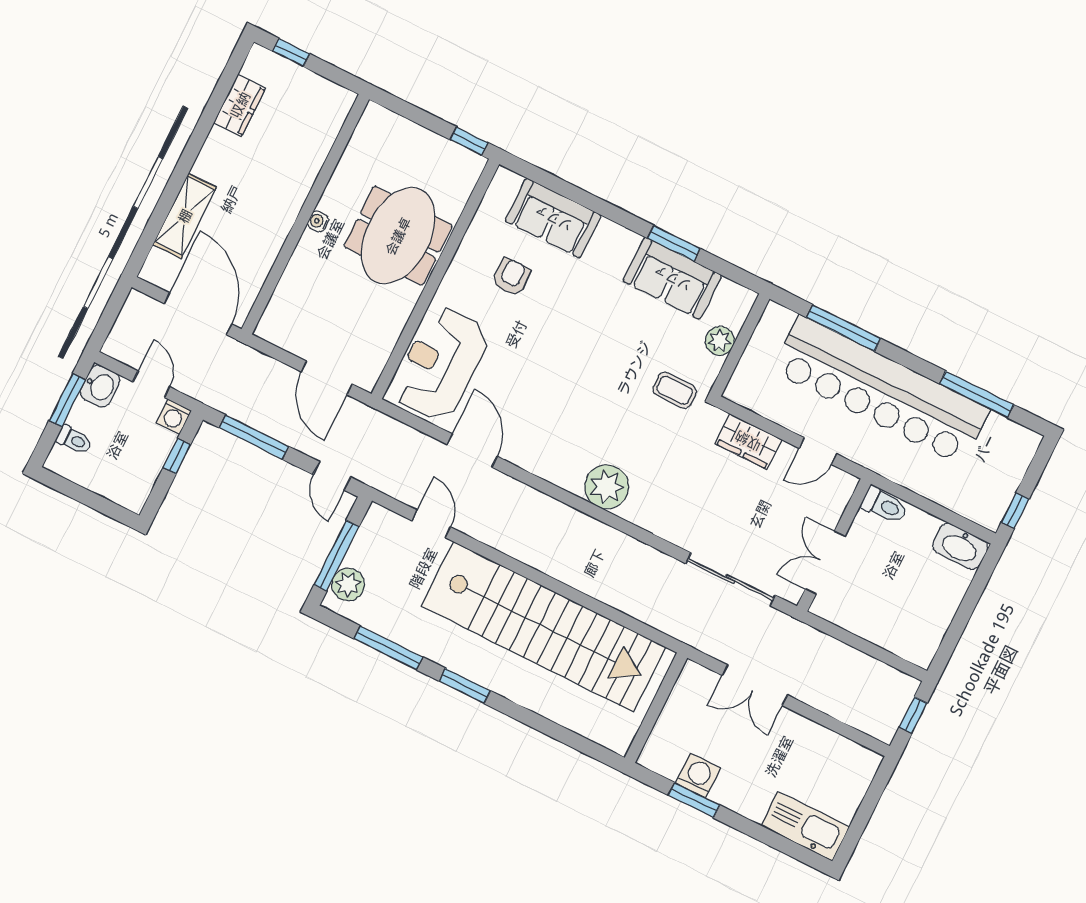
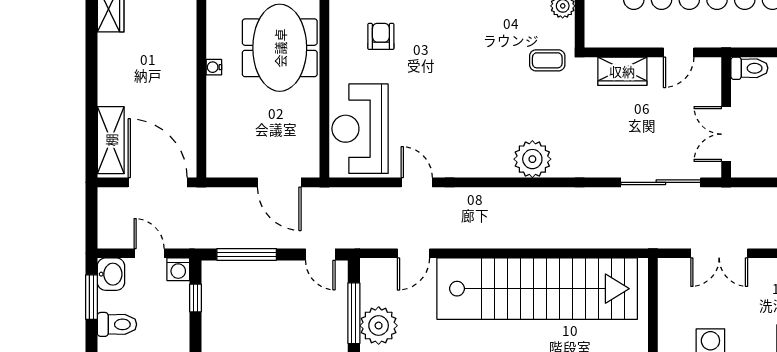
shelving: (185, 216) -> (111, 140), moved
toilet: (74, 440) -> (117, 324), width x1.37, depth x1.39
door: (472, 450) -> (417, 182), width x0.73
door: (431, 524) -> (413, 253), swing flipped
plant: (348, 585) -> (379, 326), width x1.36, depth x1.36

